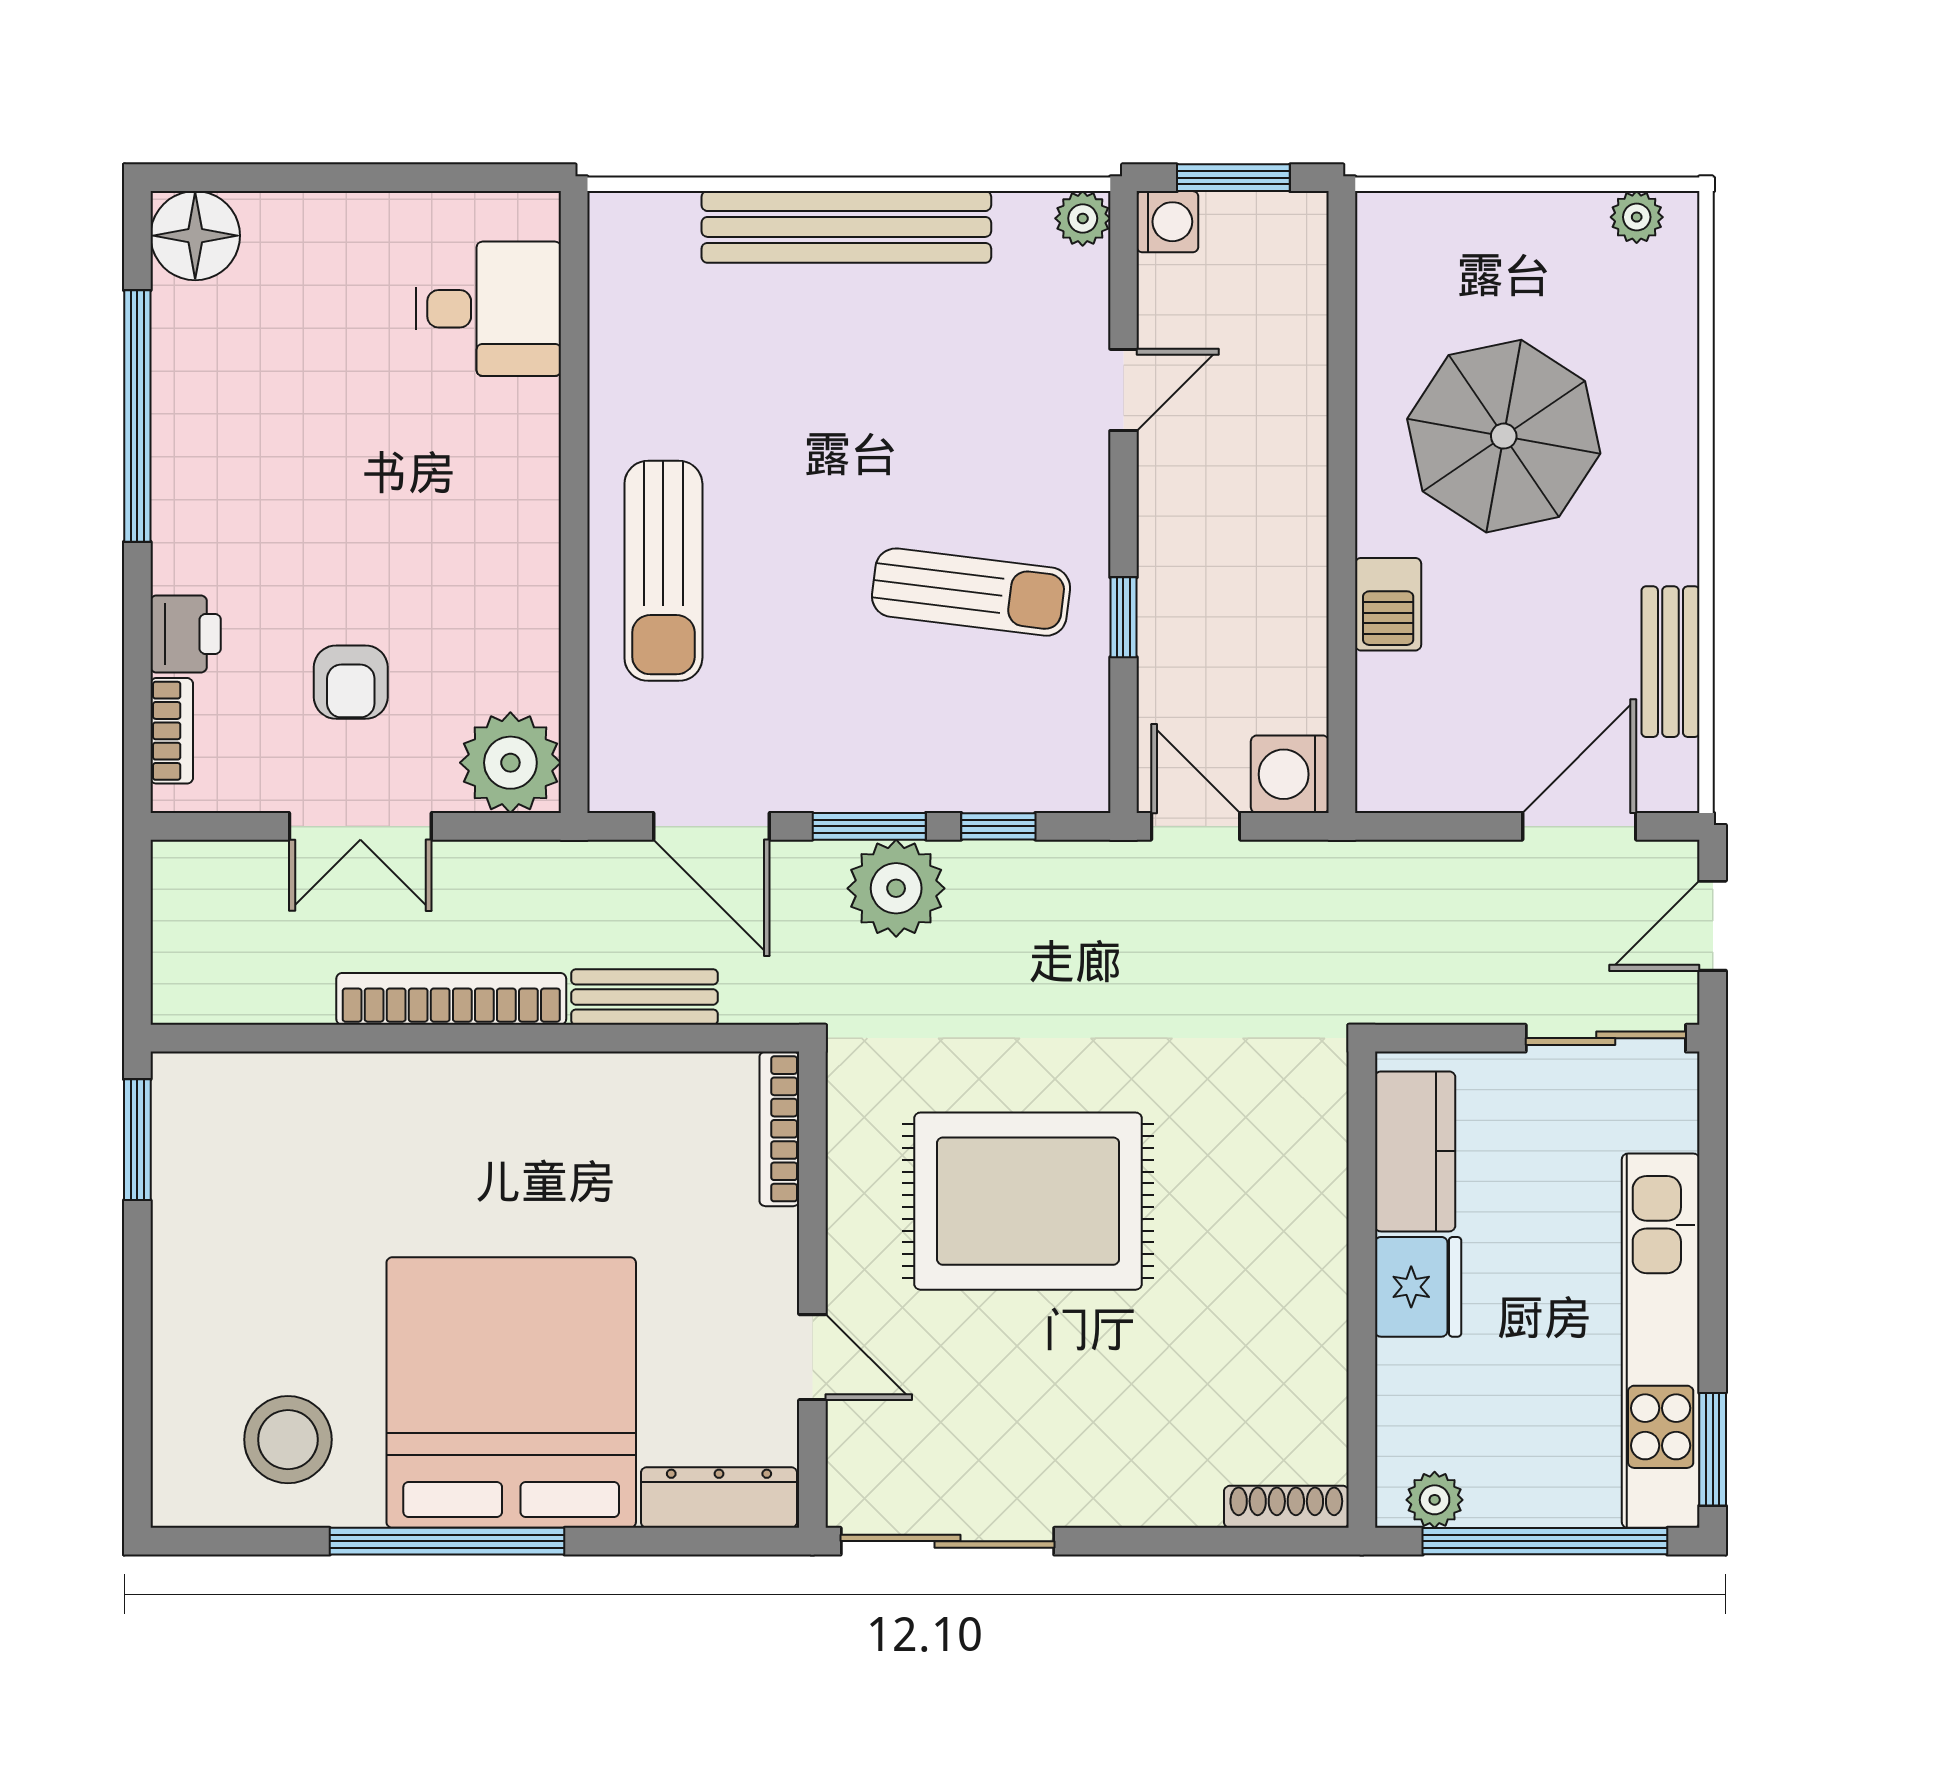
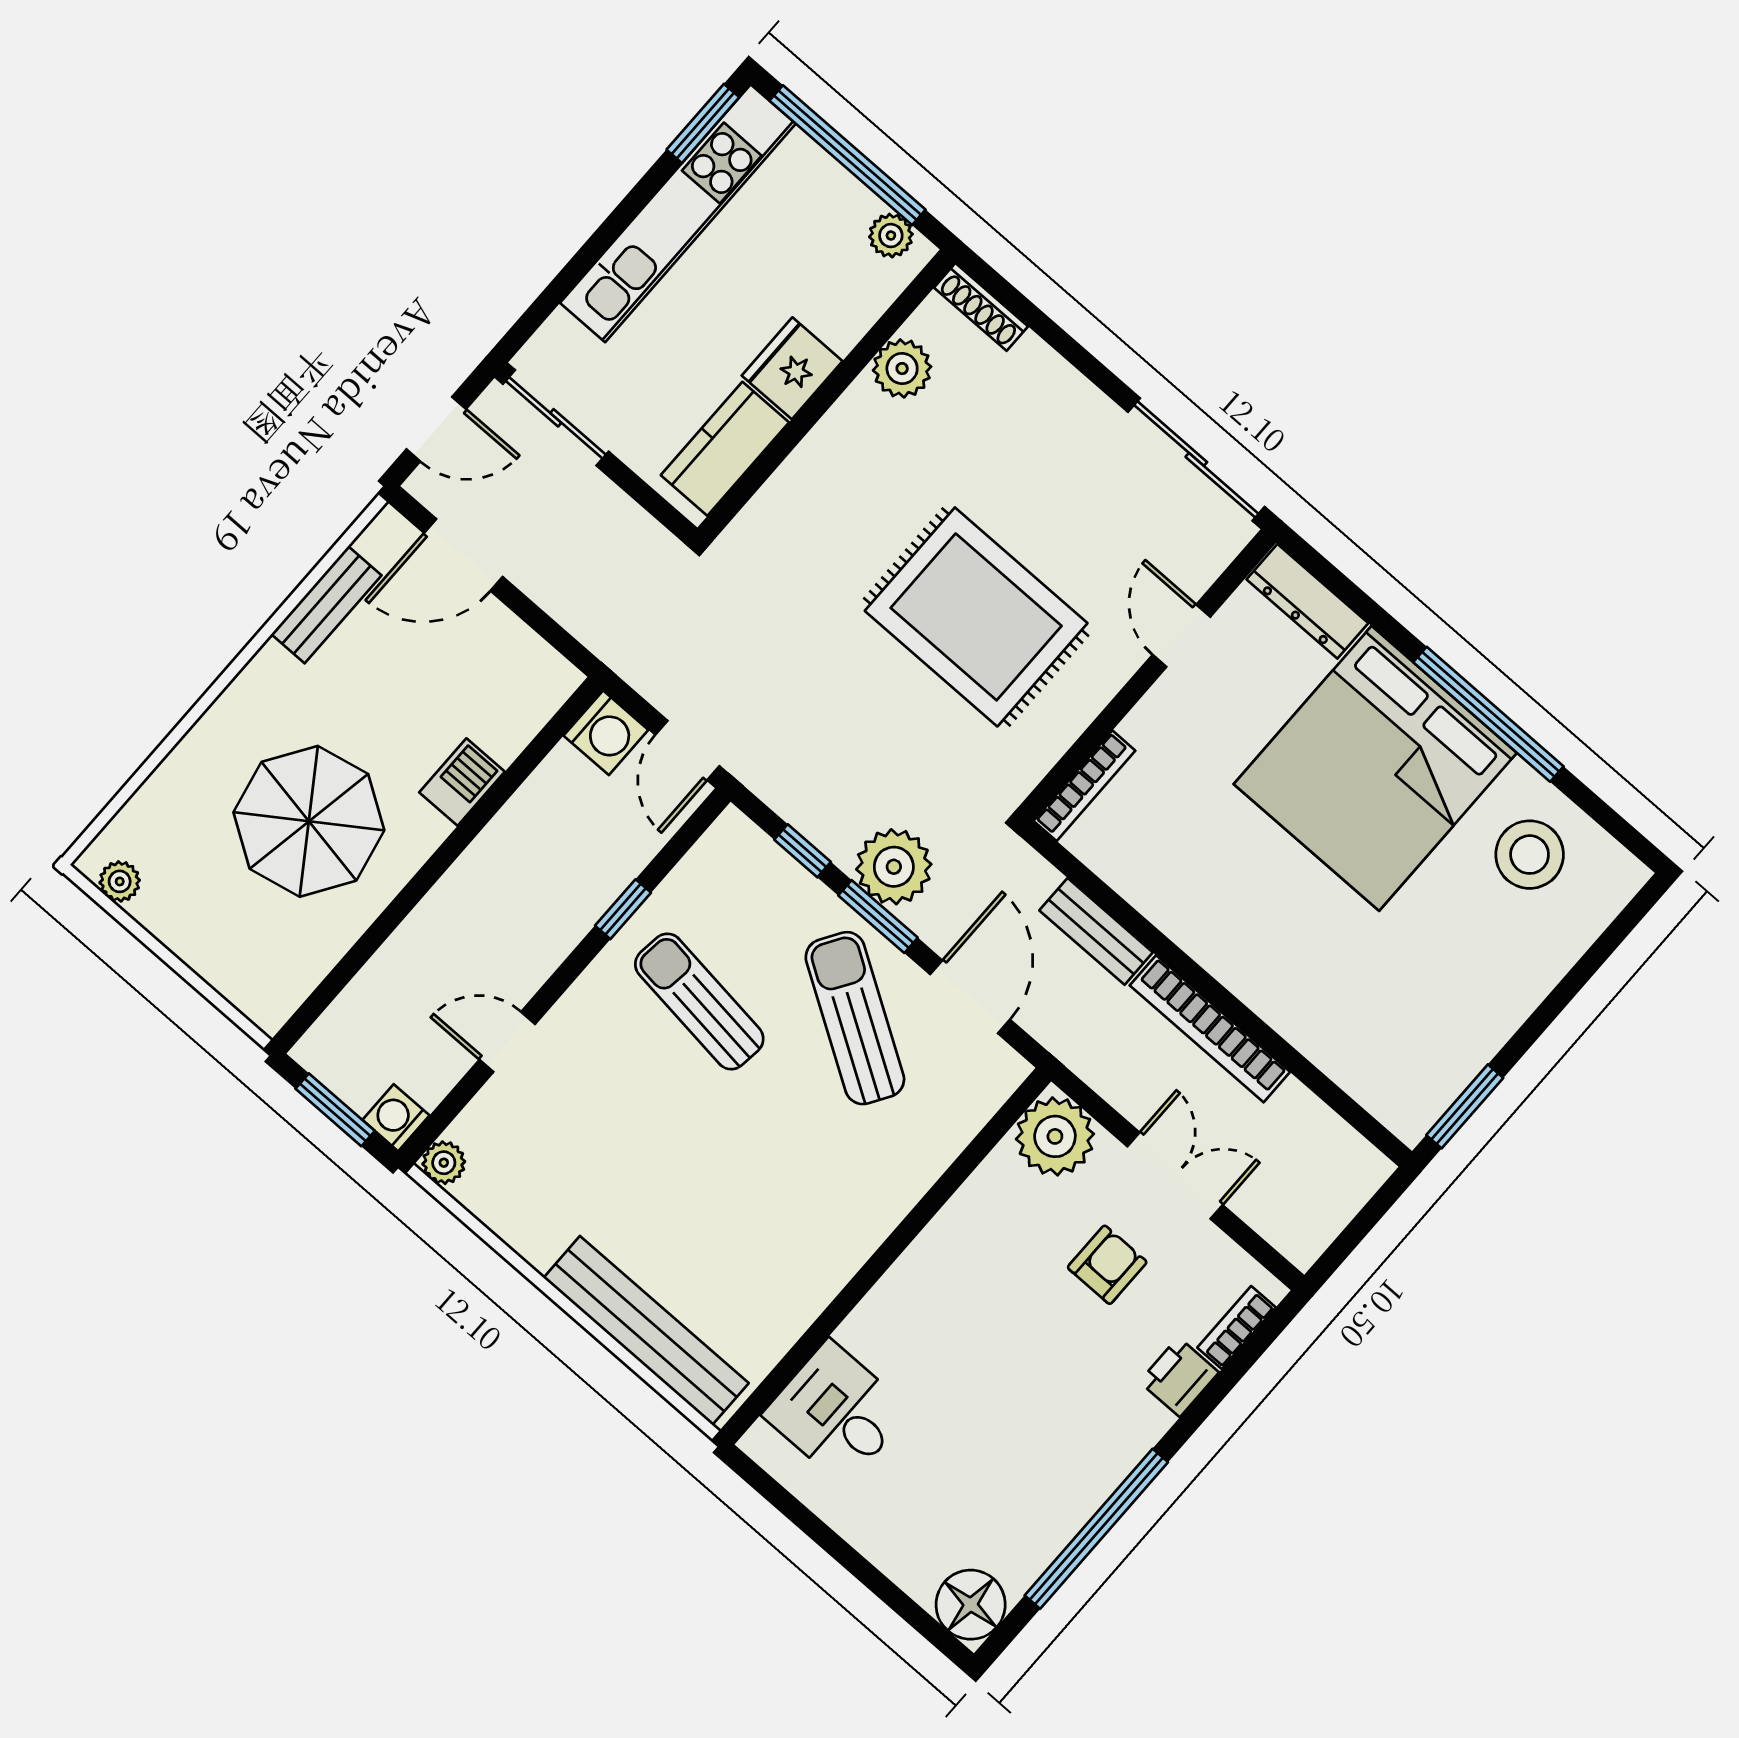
bench: (846, 227) -> (646, 1330), moved
sun lounger: (663, 571) -> (855, 1018), moved, turned -58
plant: (1311, 1380) -> (902, 369), added

